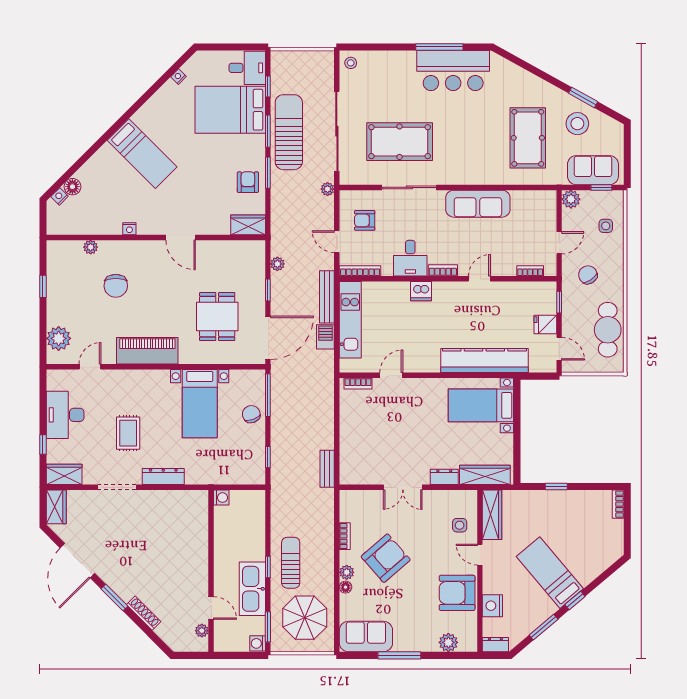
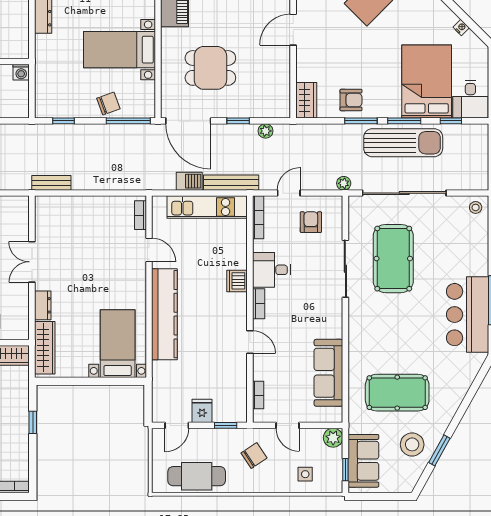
sofa: (478, 204) -> (328, 373), moved
kitchen counter: (484, 360) -> (164, 314), moved

